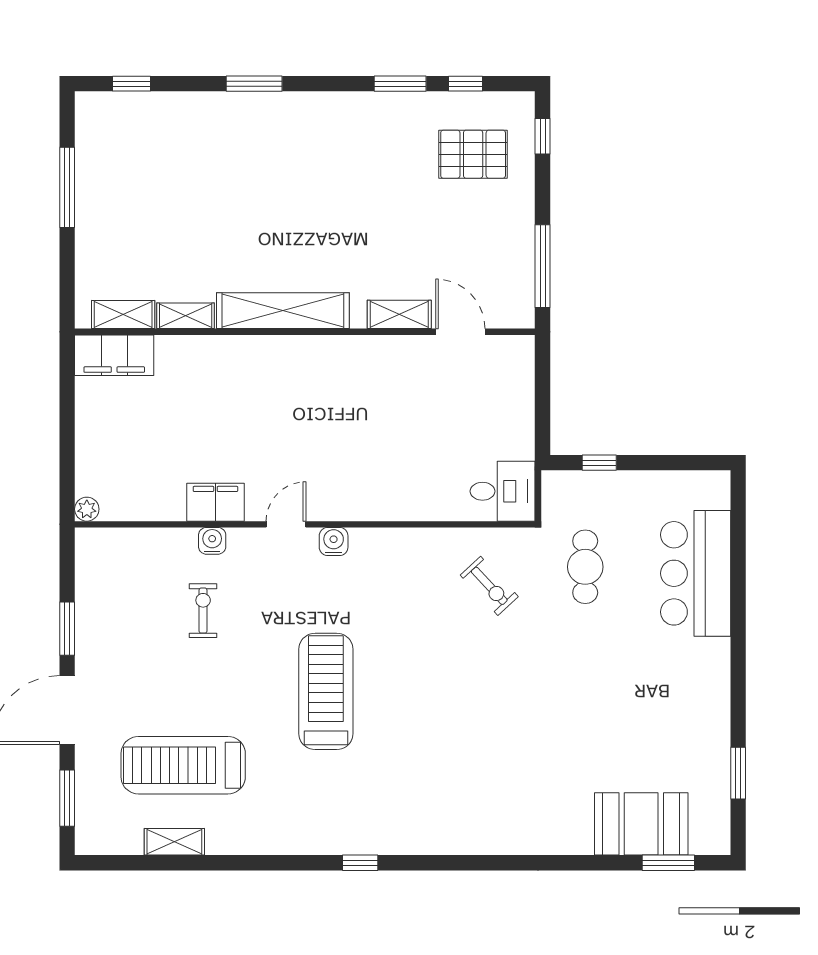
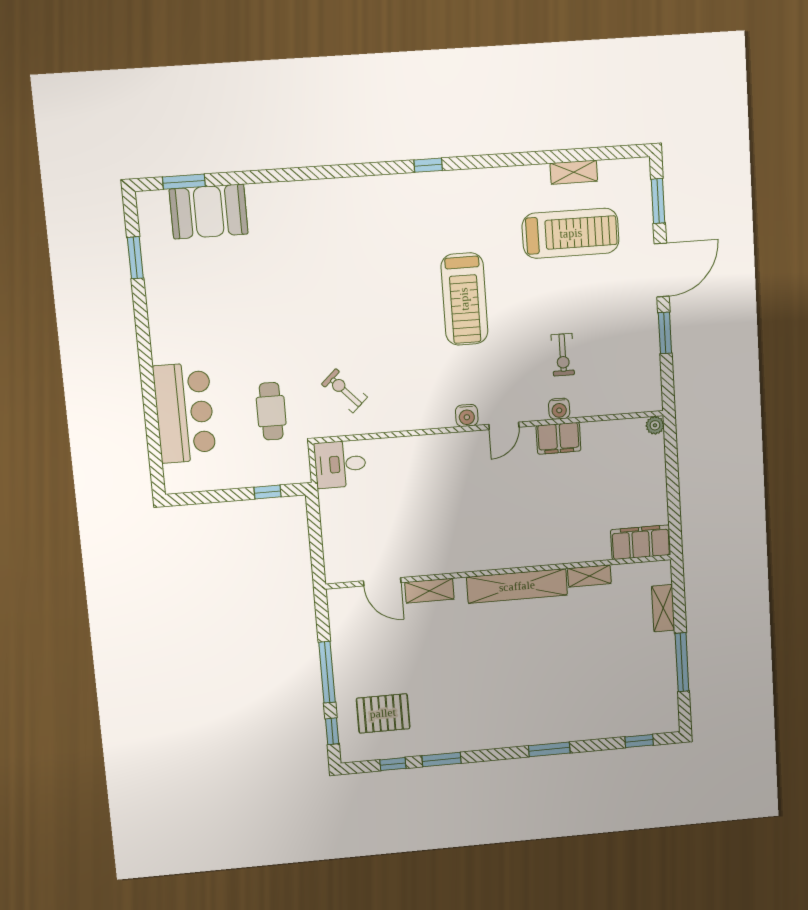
window: (543, 266) -> (327, 672), moved
shelving: (123, 315) -> (663, 608), moved, turned 90

